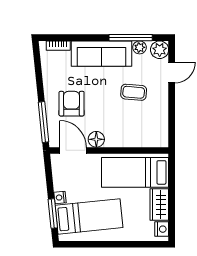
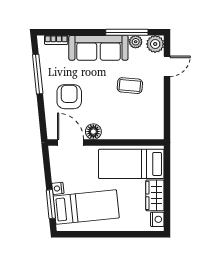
window: (44, 122) -> (38, 74), moved

